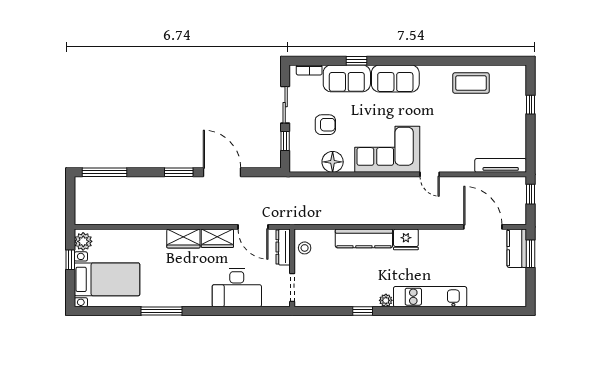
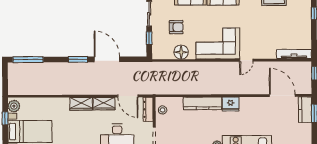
door: (430, 174) -> (246, 60), hinge flipped

